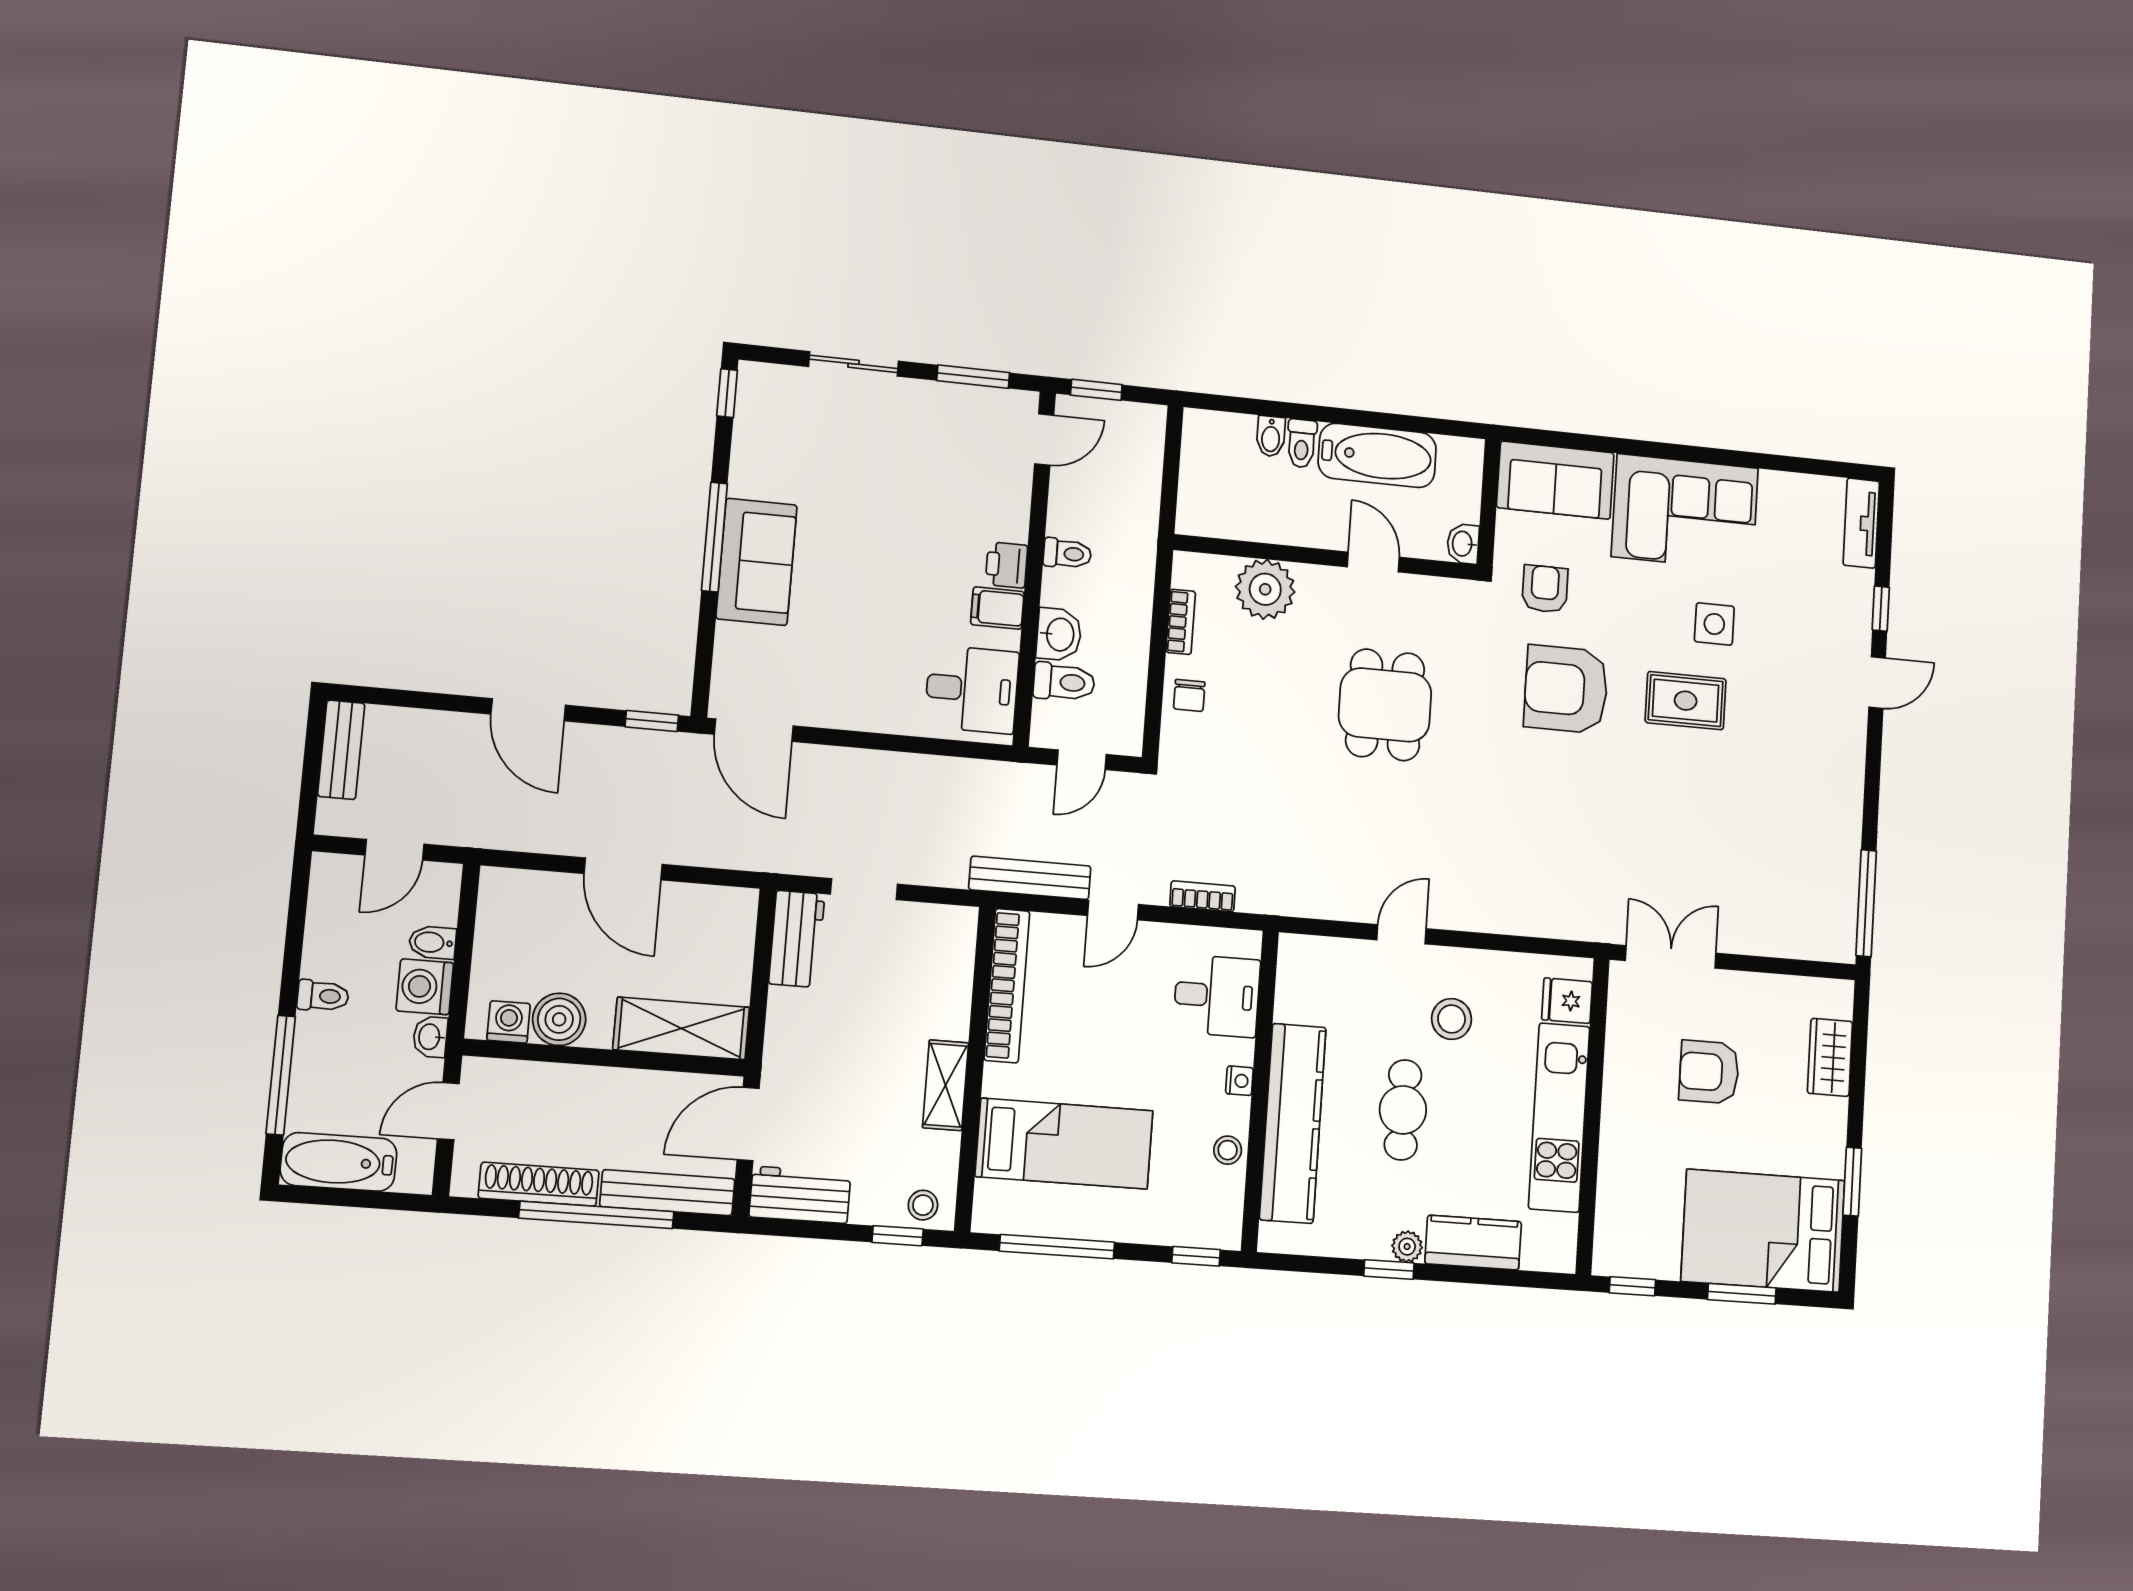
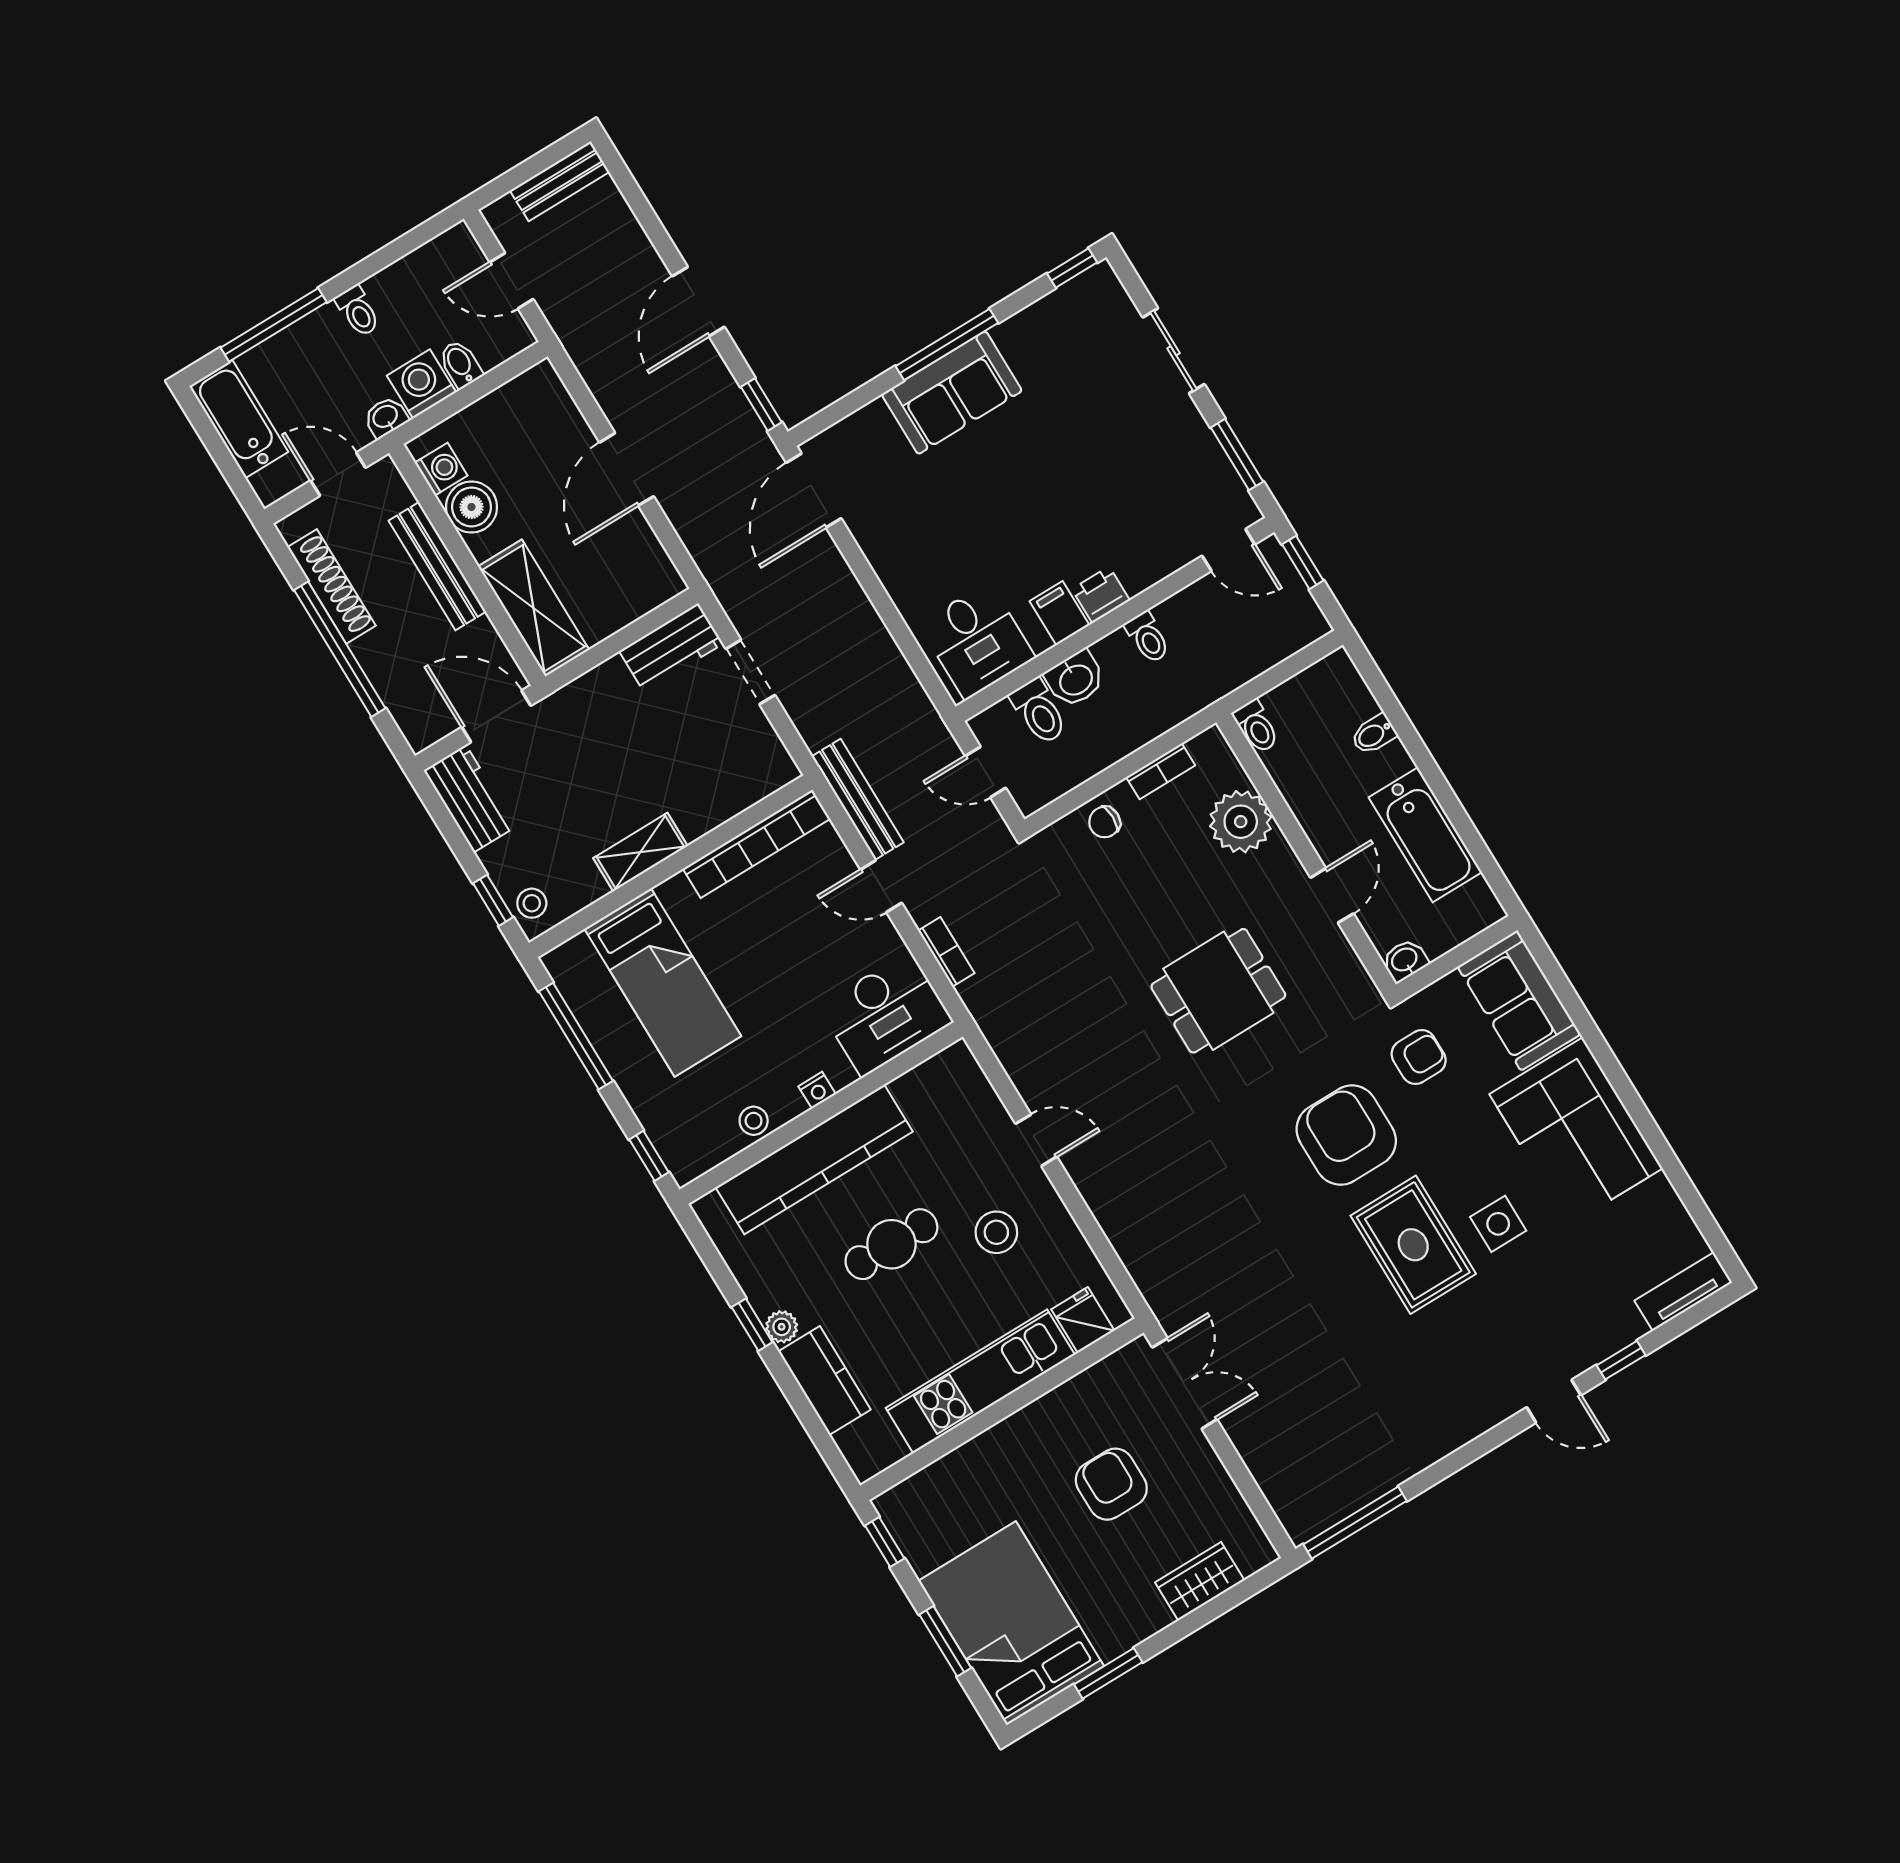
toilet: (1302, 443) -> (1256, 727), moved, turned -90
rug: (1686, 701) -> (1413, 1245), width x1.36, depth x1.43
desk: (1217, 996) -> (886, 1014), width x1.37
bench: (667, 1193) -> (437, 566), moved

